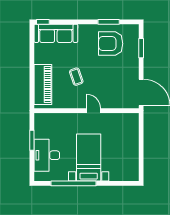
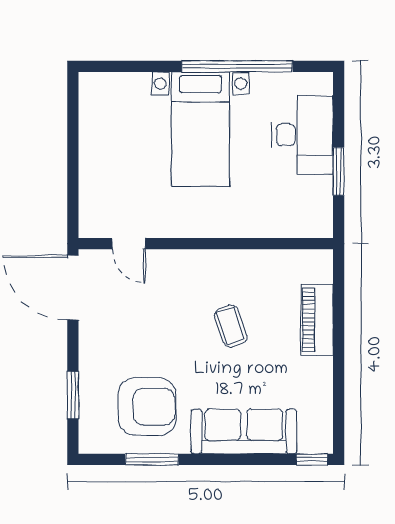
sofa: (56, 33) -> (244, 431), moved
piano: (43, 85) -> (317, 320), width x0.73, depth x0.75
door: (94, 111) -> (129, 244), moved

